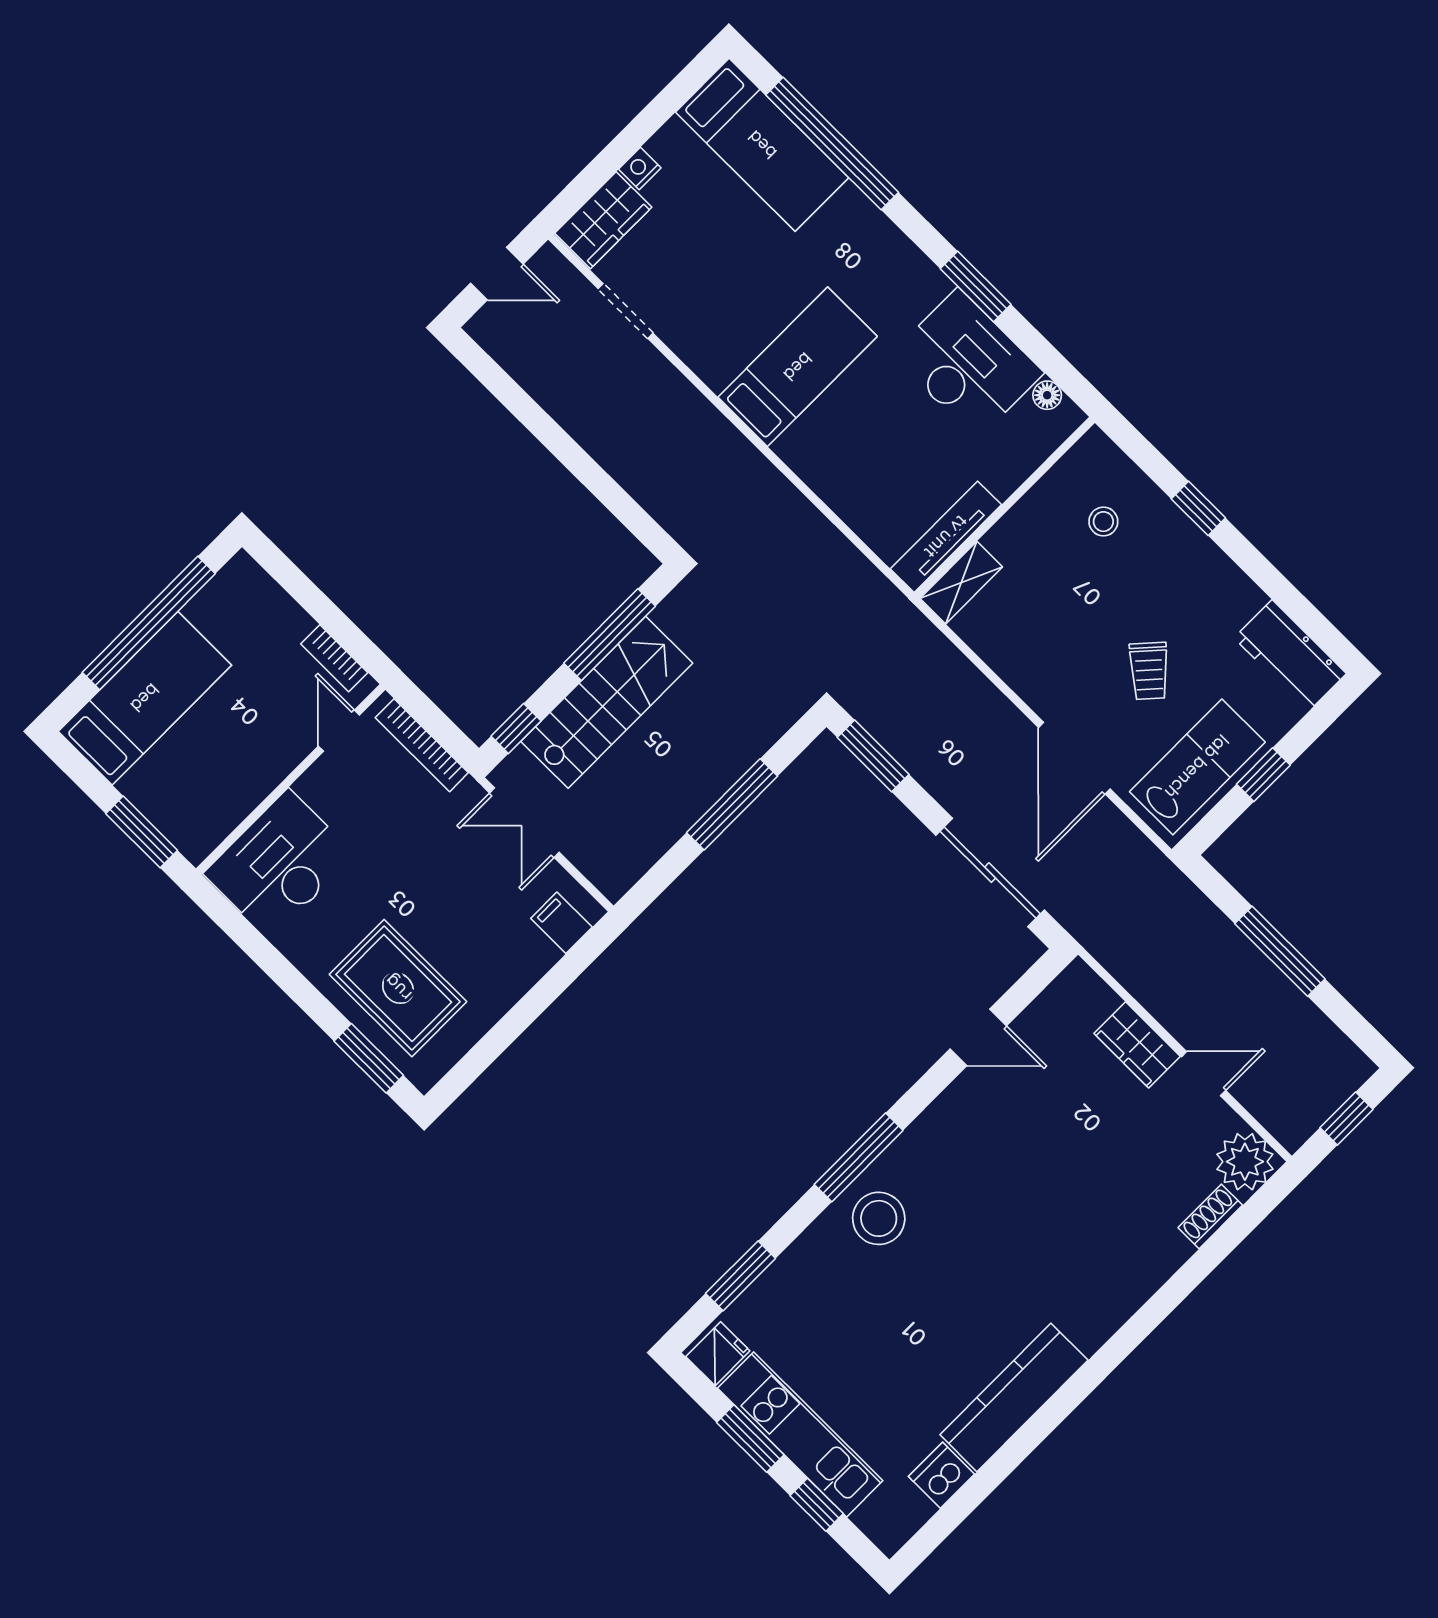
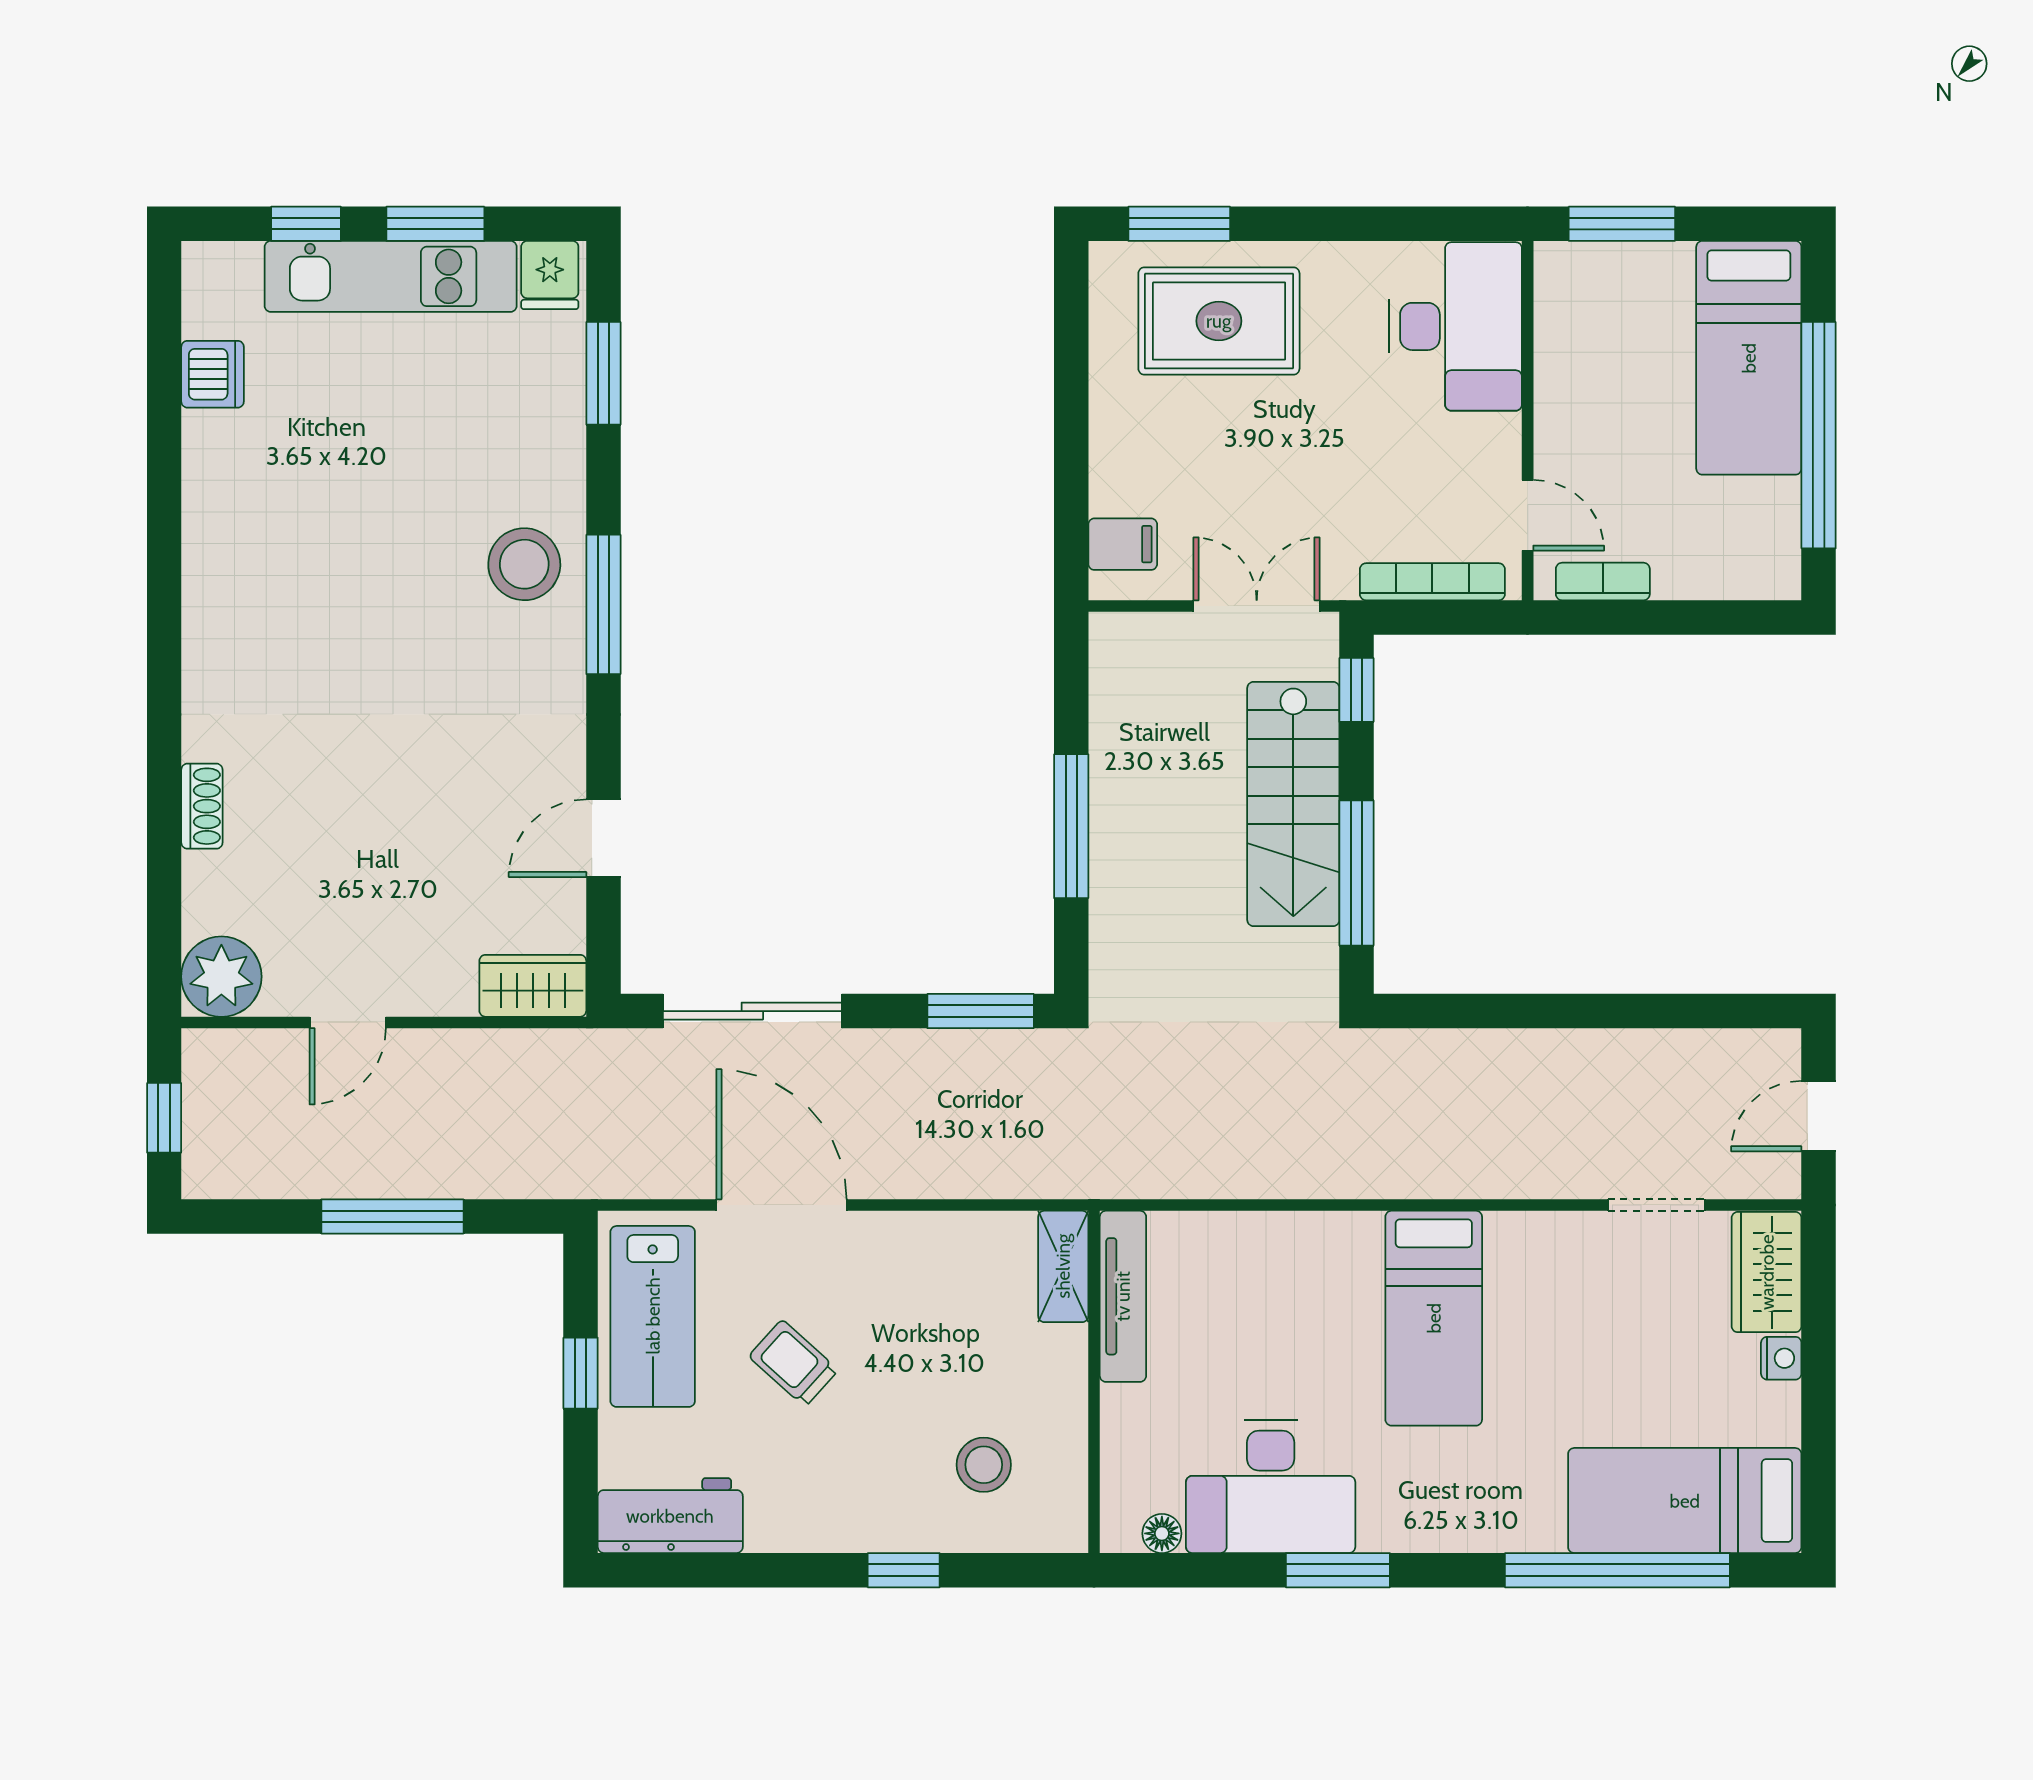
stool: (1103, 522) -> (984, 1465), width x1.37, depth x1.37
wardrobe: (1137, 1045) -> (533, 986), moved
shoe rack: (1210, 1216) -> (202, 806), moved
kitchen counter: (1014, 1397) -> (217, 521), removed

